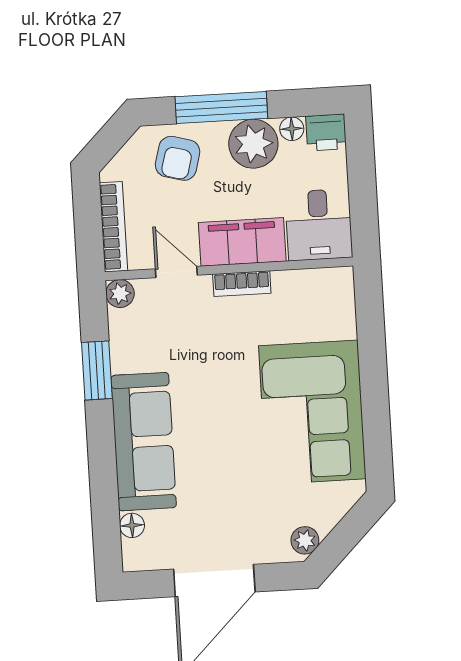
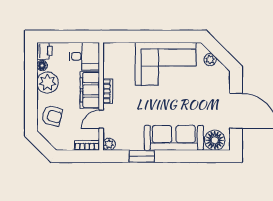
window: (221, 107) -> (31, 96), removed
bookcase: (113, 227) -> (87, 145), width x0.64
floor lamp: (132, 525) -> (215, 140), width x1.89, depth x1.89
plant: (305, 540) -> (210, 60), moved

